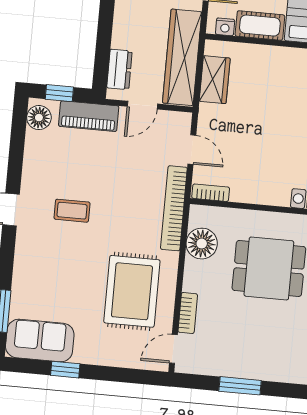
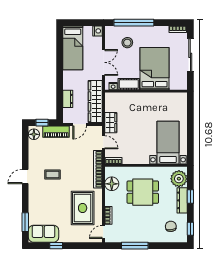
dresser: (119, 69) -> (68, 99), moved
wardrobe: (215, 80) -> (111, 123), moved
window: (240, 386) -> (135, 246), width x1.44

